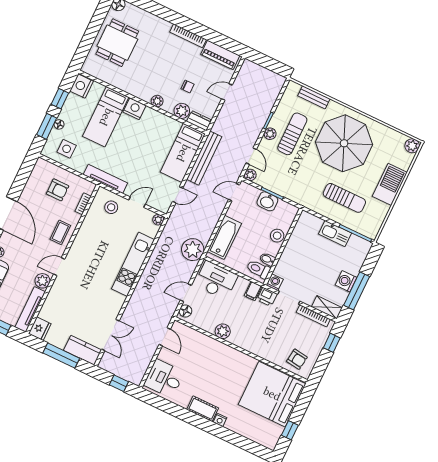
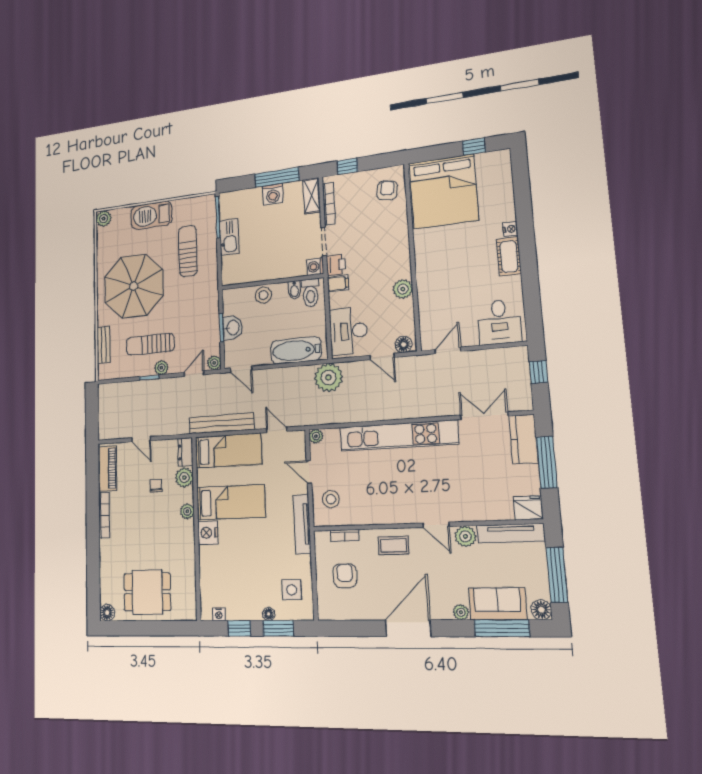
nightstand: (82, 86) -> (219, 614), width x0.53, depth x0.56
bed: (106, 117) -> (231, 502), moved
kitchen unit: (133, 264) -> (399, 435), width x1.36

